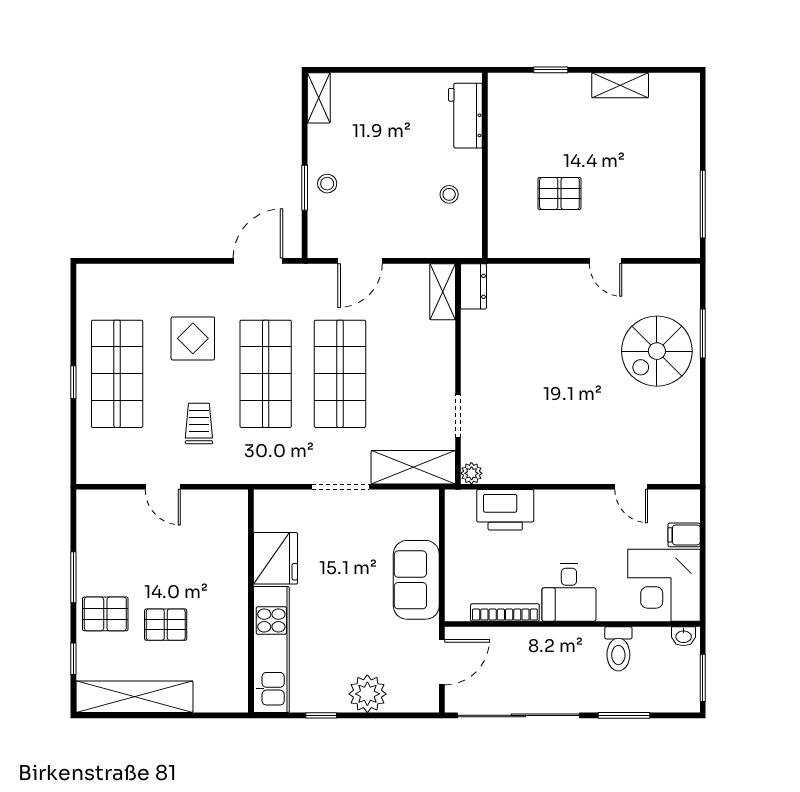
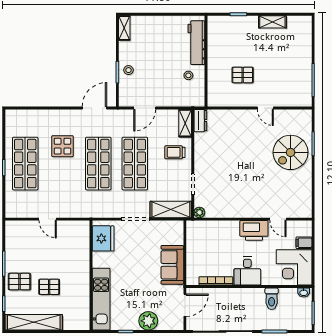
workbench: (465, 116) -> (196, 43), width x1.38
trolley: (199, 424) -> (175, 152), moved, turned -90
printer: (505, 510) -> (254, 230), moved
fridge: (276, 558) -> (103, 238), moved

